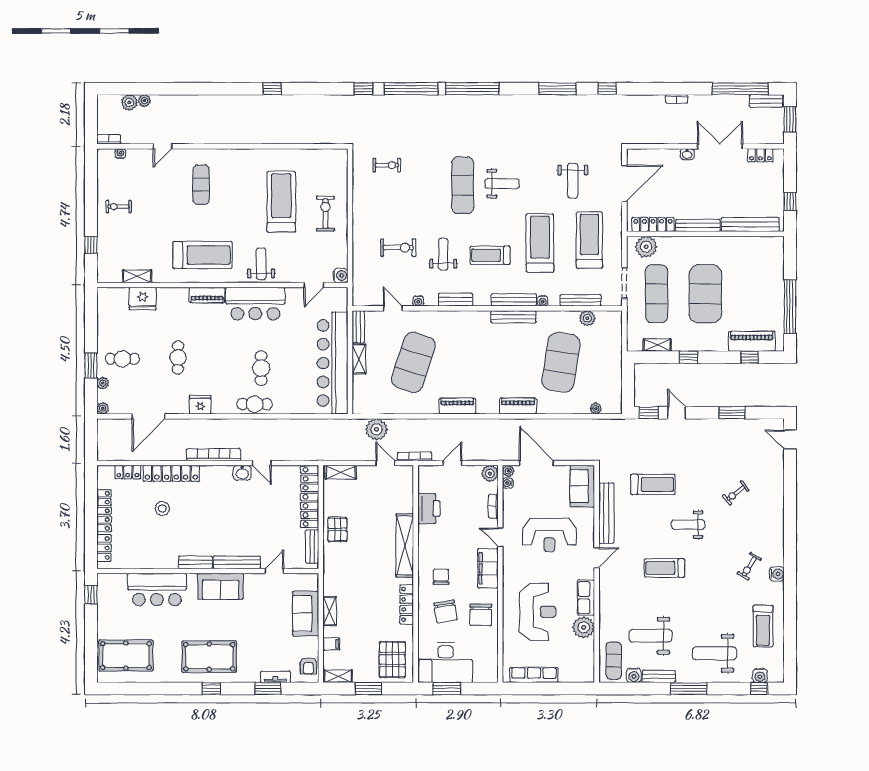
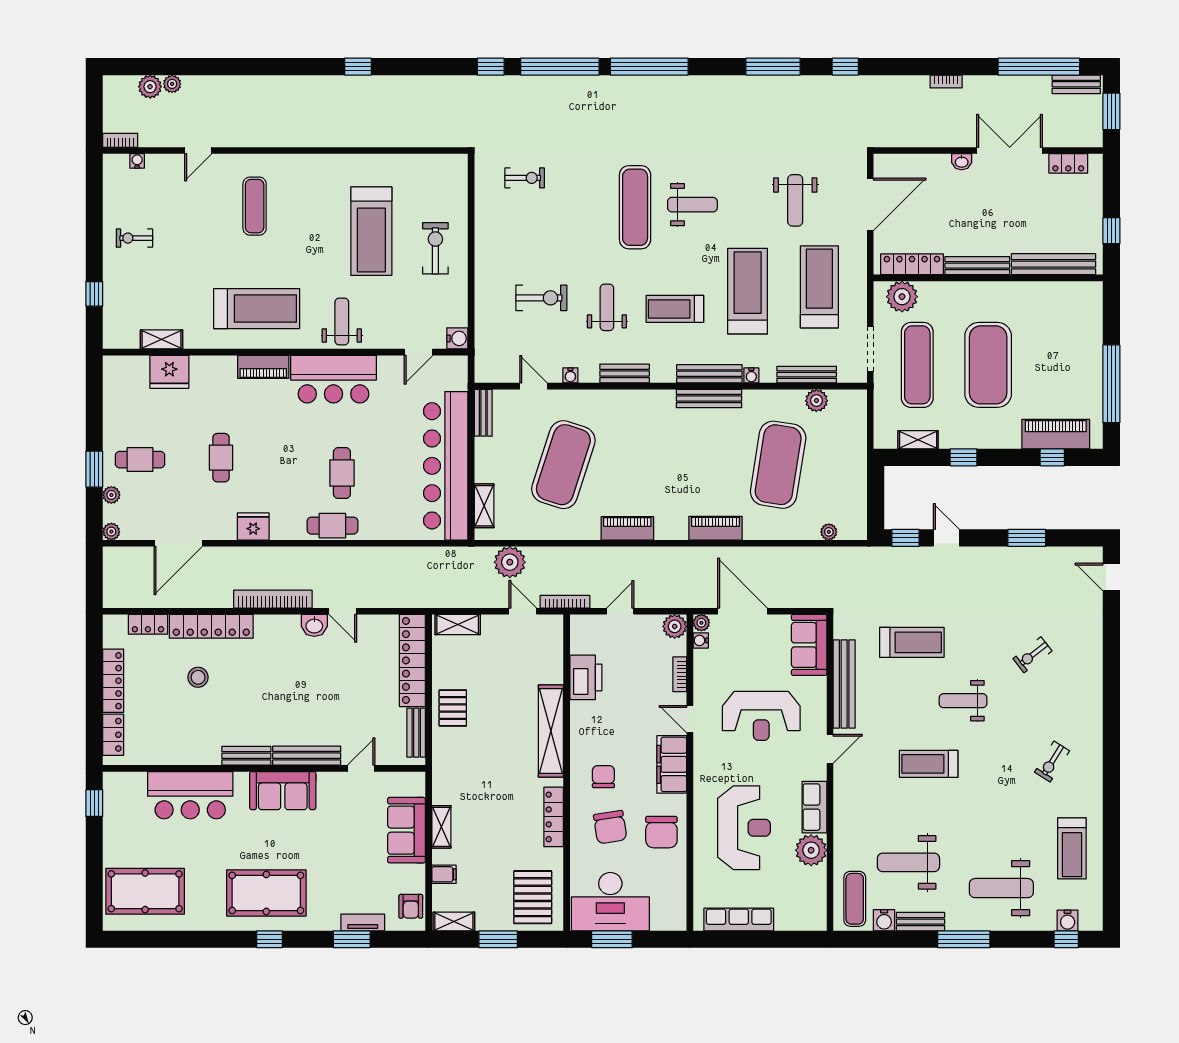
treadmill: (281, 202) -> (371, 231), turned 180
shelving: (359, 359) -> (484, 506), moved
water cooler: (777, 574) -> (1092, 773), removed

